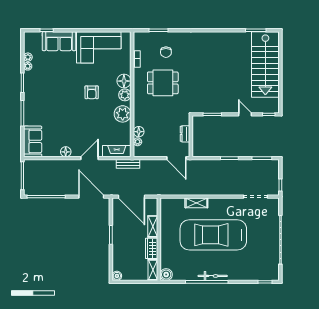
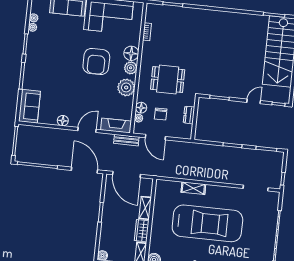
chair: (166, 52) -> (161, 114), moved
dining table: (163, 83) -> (168, 79), moved
armchair: (92, 92) -> (96, 62), width x1.88, depth x1.88
door: (245, 114) -> (254, 101), hinge flipped
door: (176, 158) -> (155, 137), moved
car: (213, 235) -> (207, 223), turned 180

